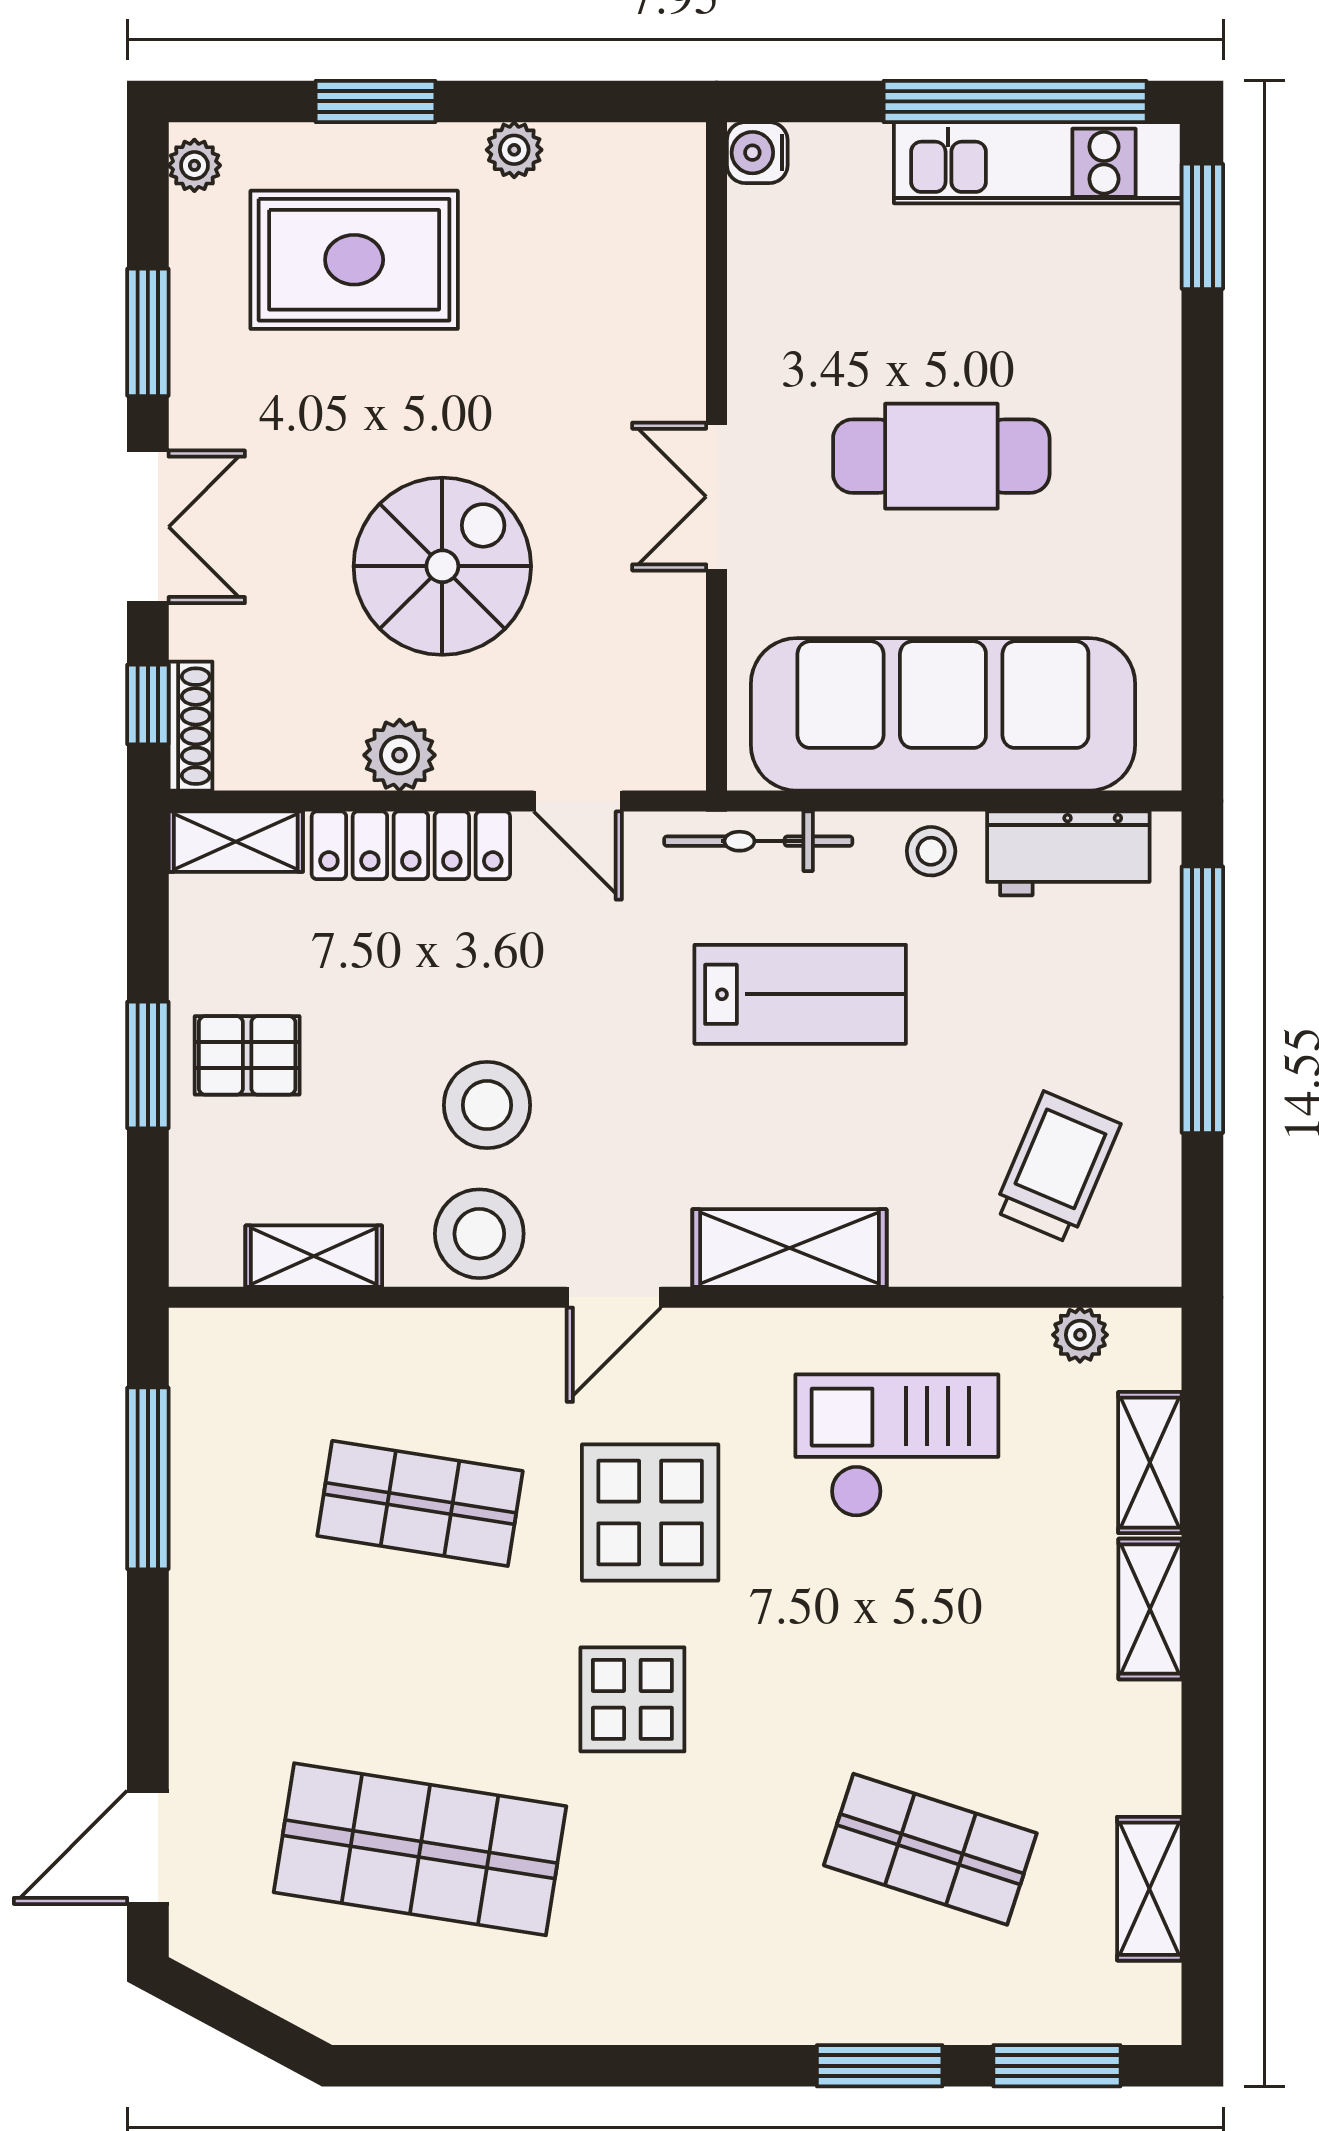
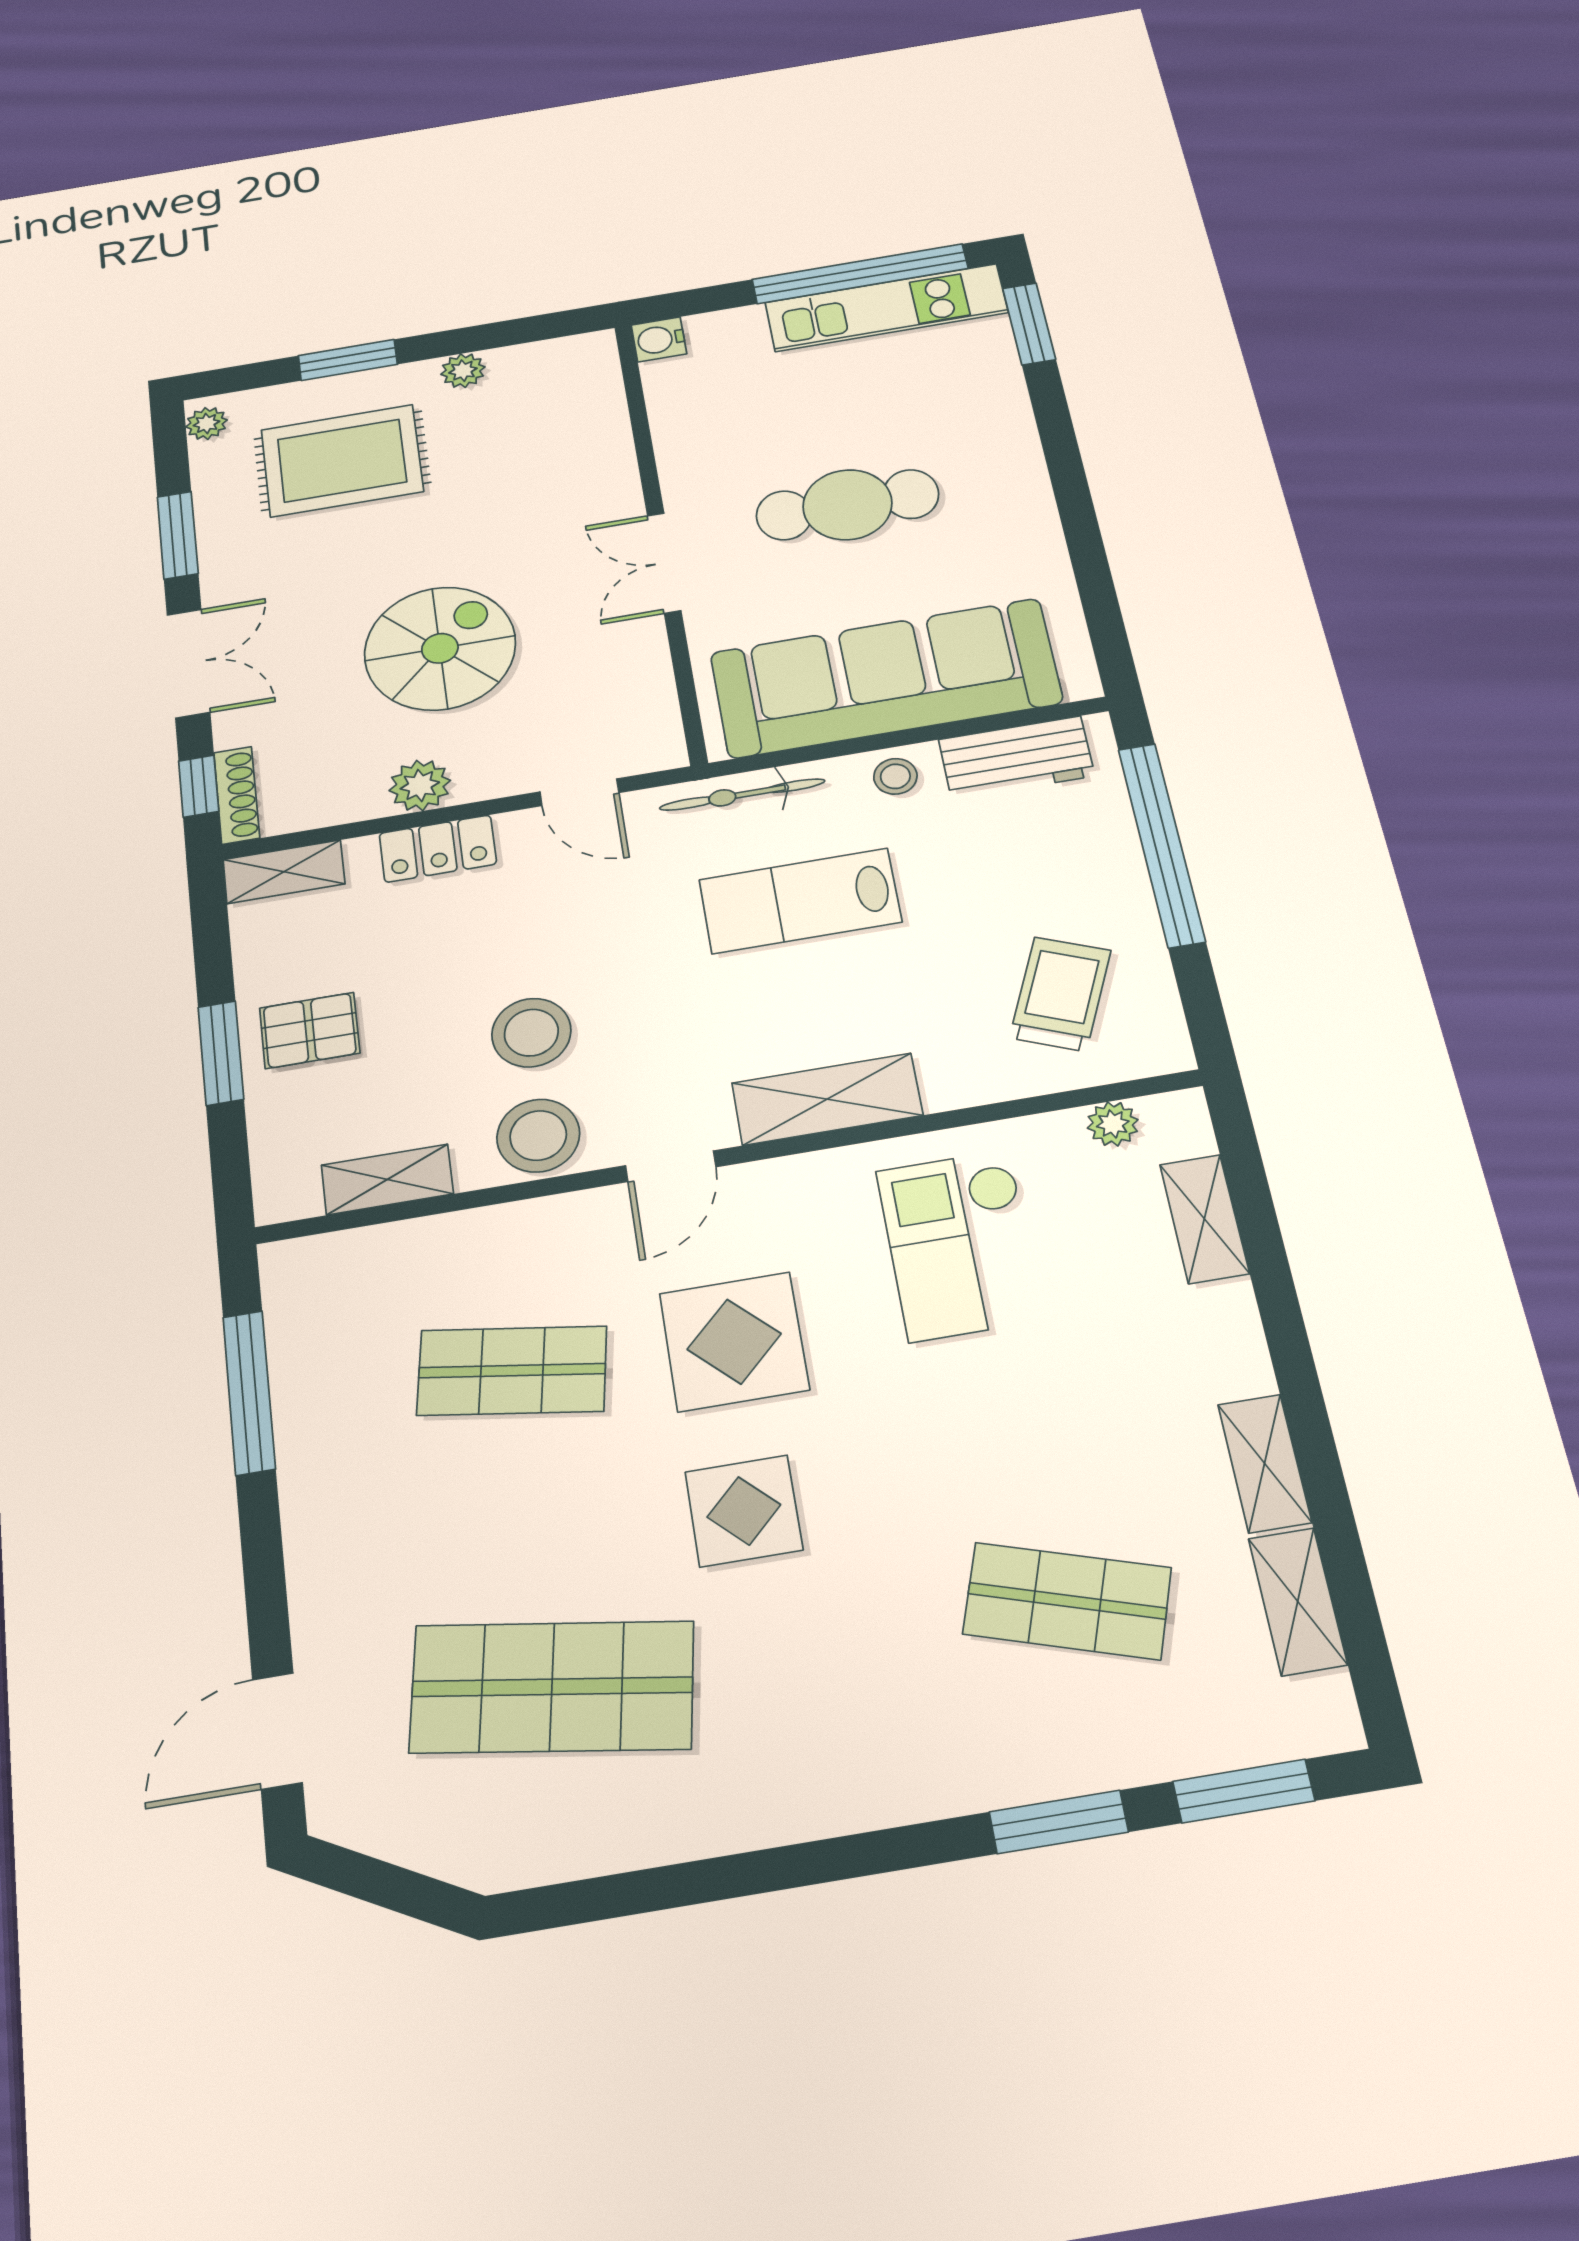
locker: (411, 845) -> (438, 849), width x0.66
lab bench: (800, 994) -> (800, 901), turned 180
checkout: (897, 1446) -> (960, 1245), turned -90
shelving: (1150, 1609) -> (1265, 1463), moved

